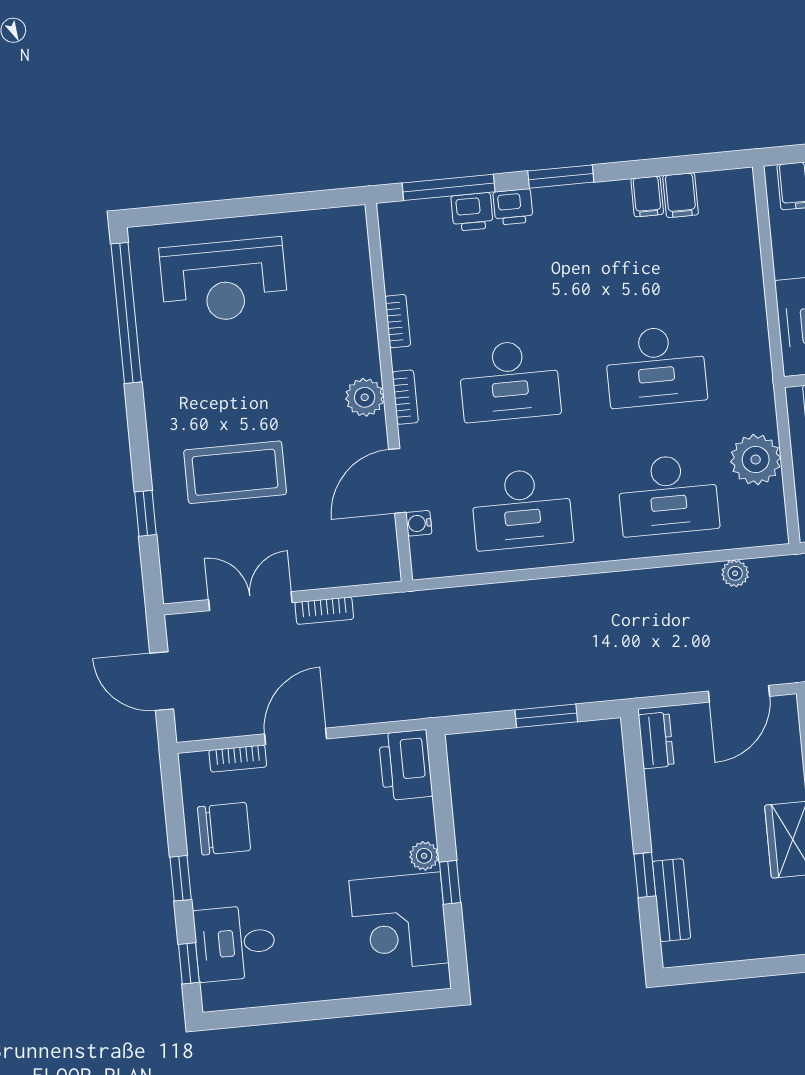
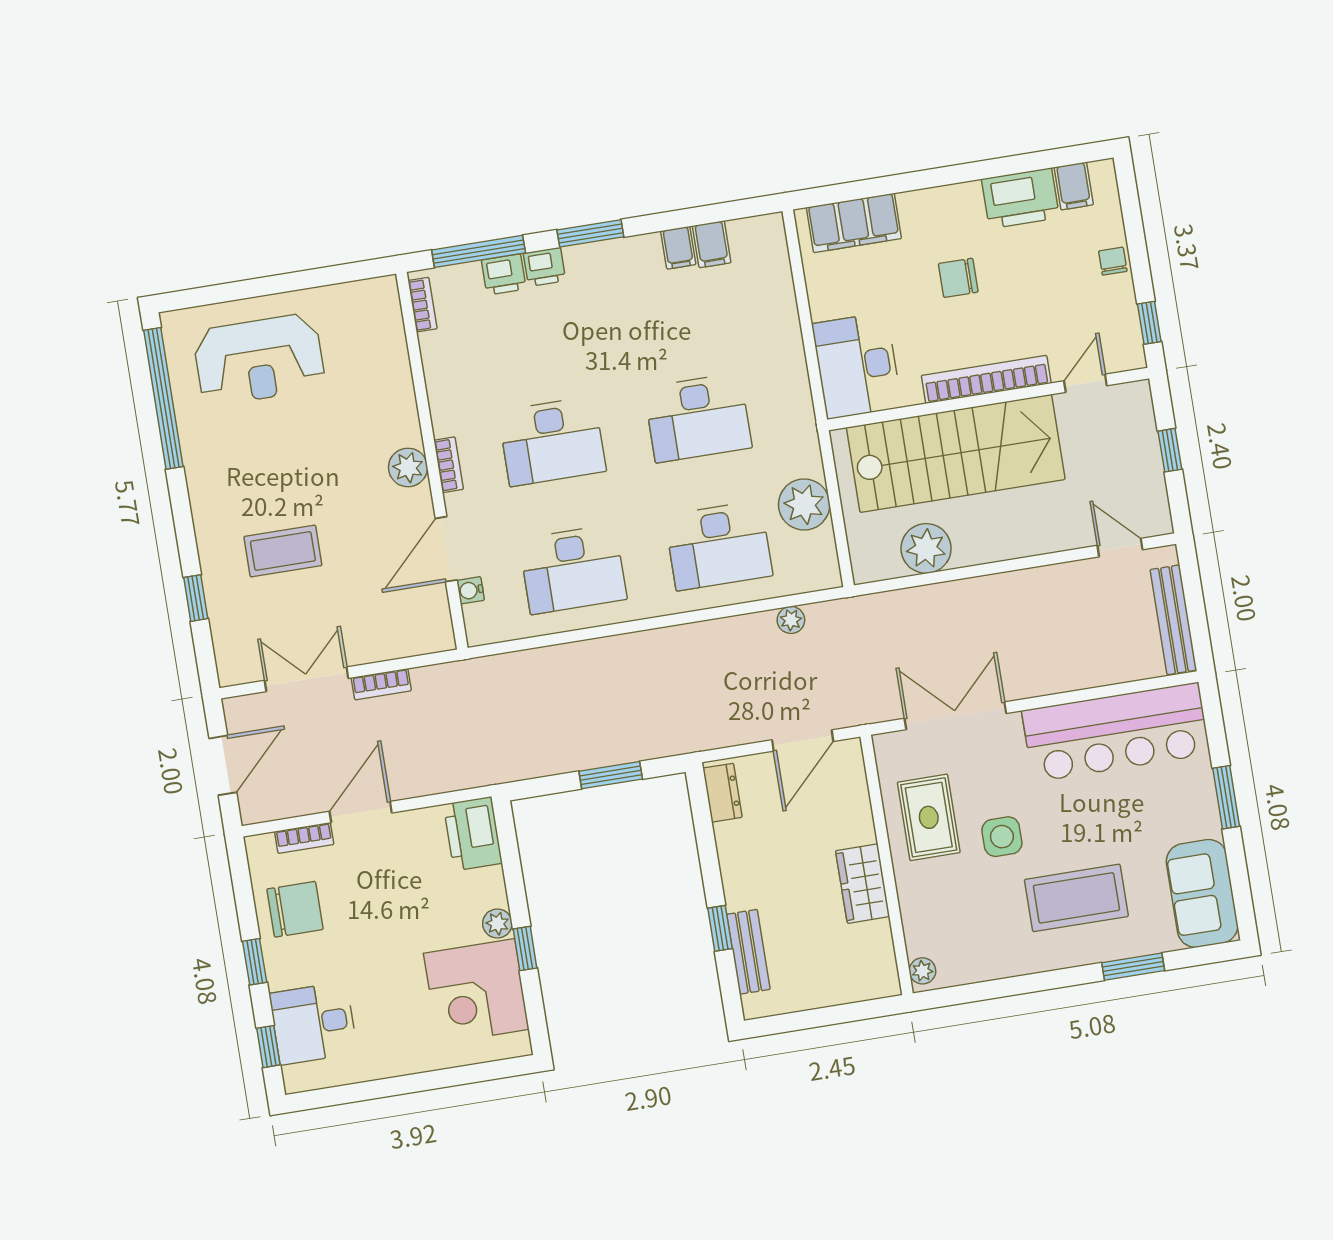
bookcase: (398, 321) -> (423, 305), moved
coffee table: (235, 472) -> (283, 551), width x0.73, depth x0.76
door: (162, 681) -> (223, 765), swing flipped

